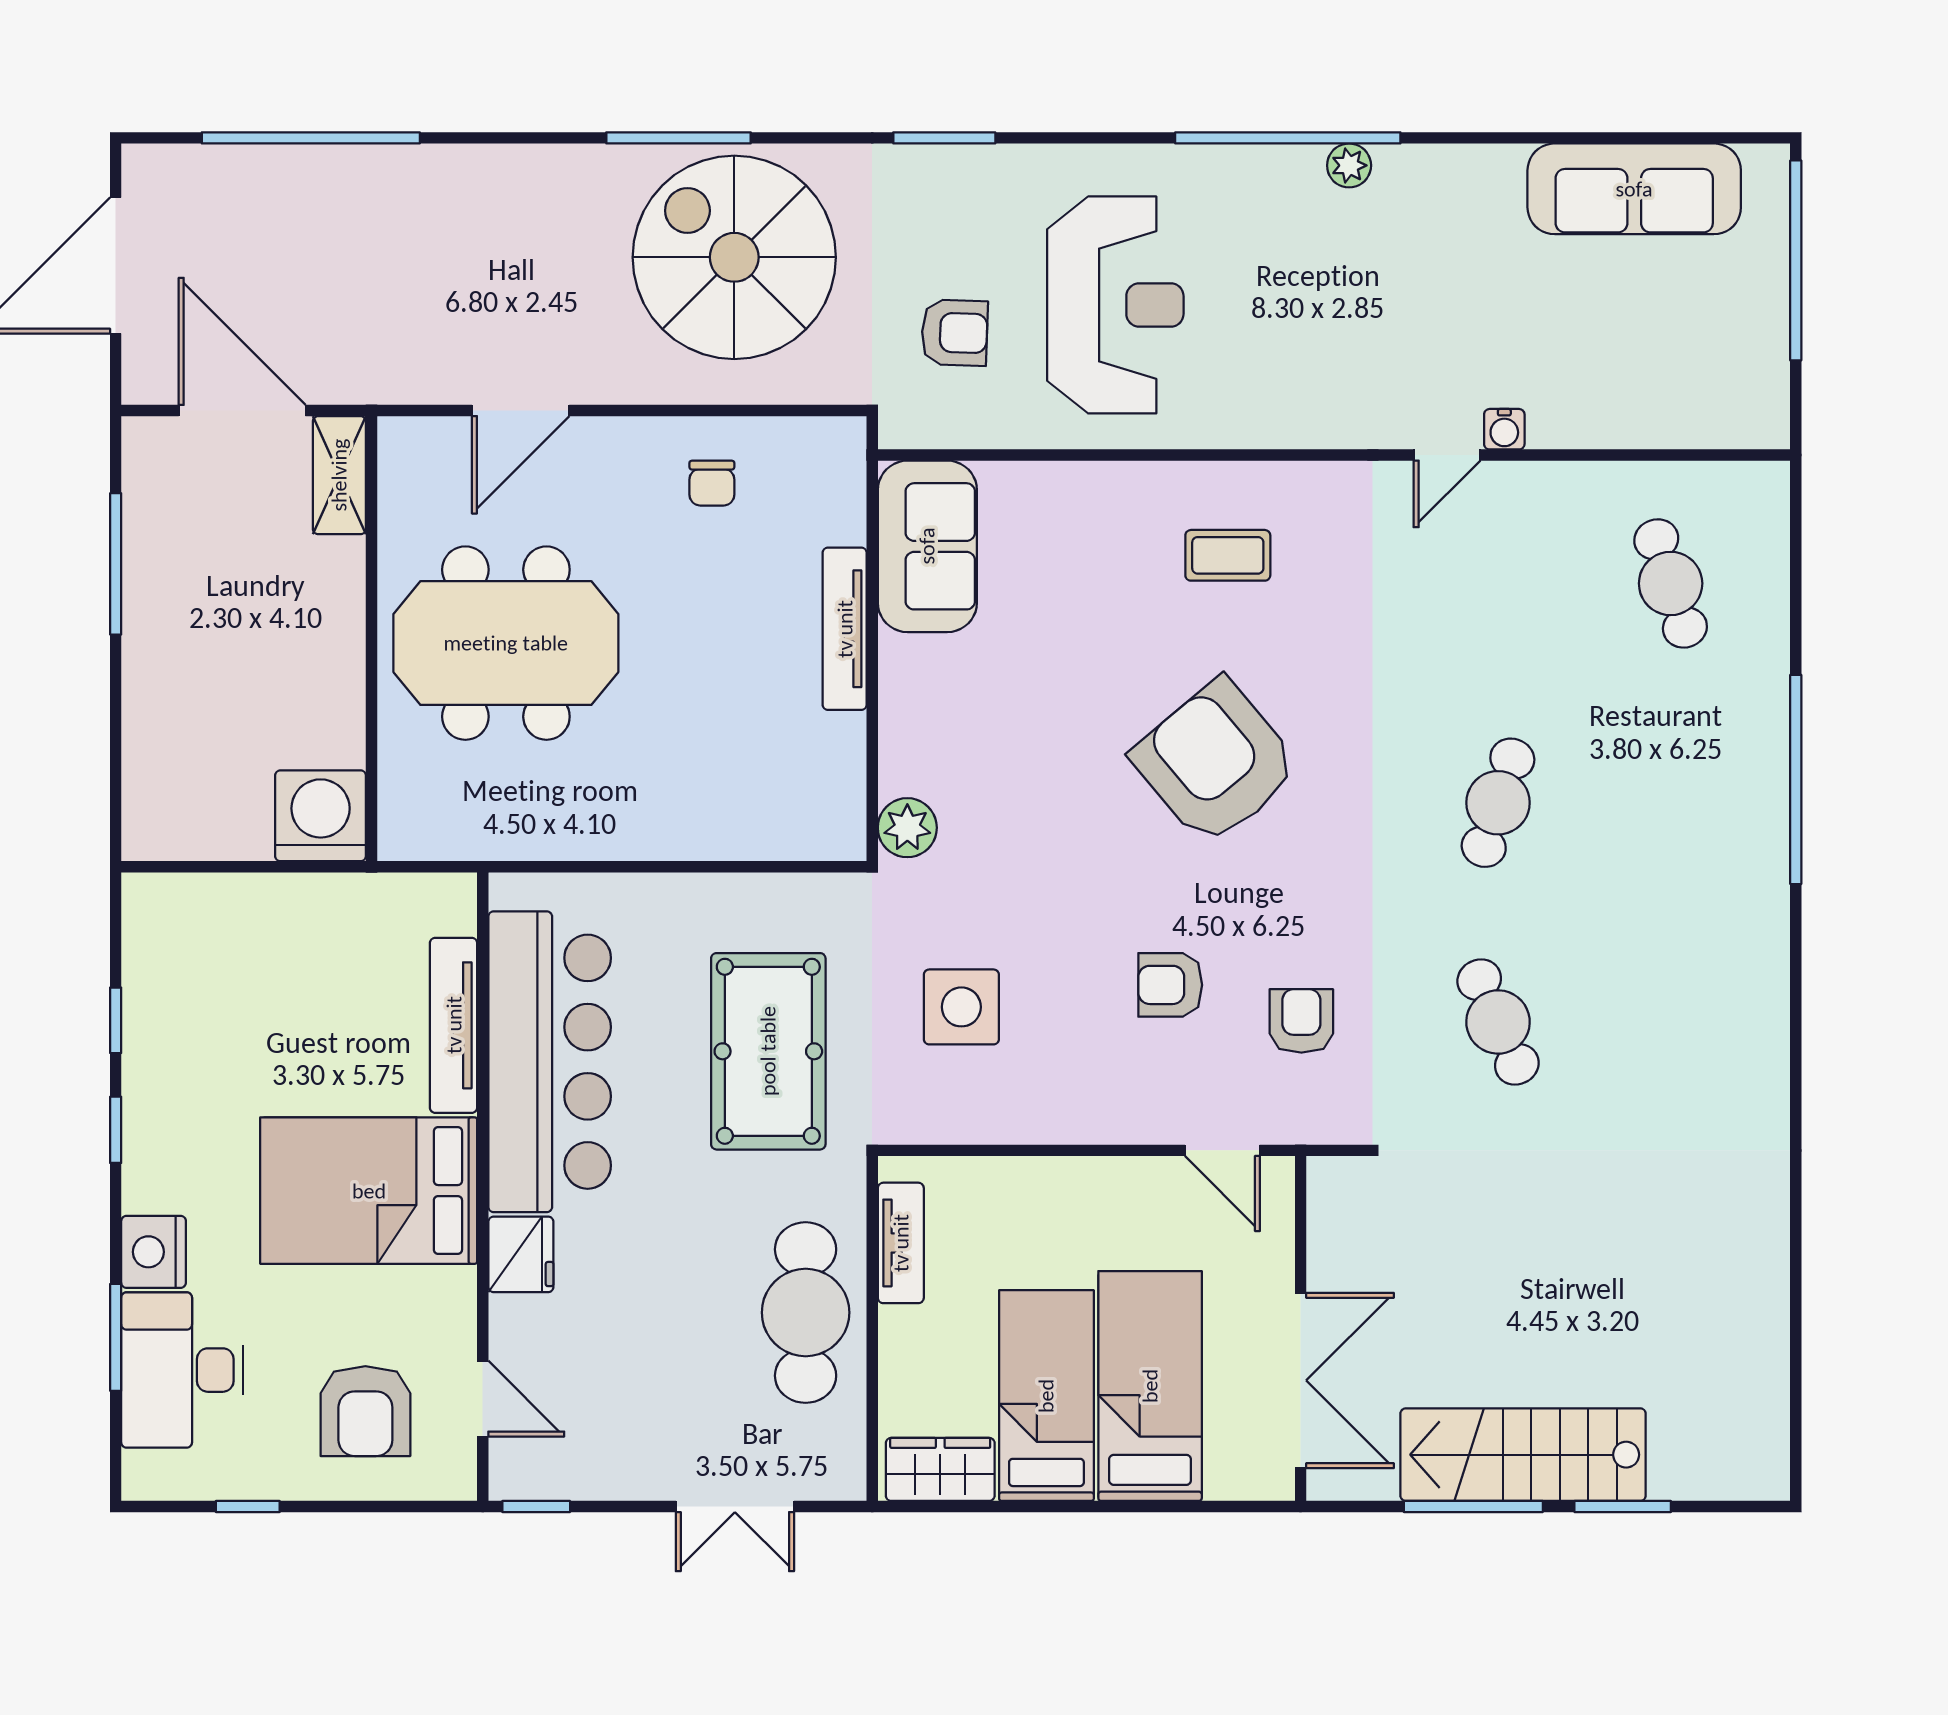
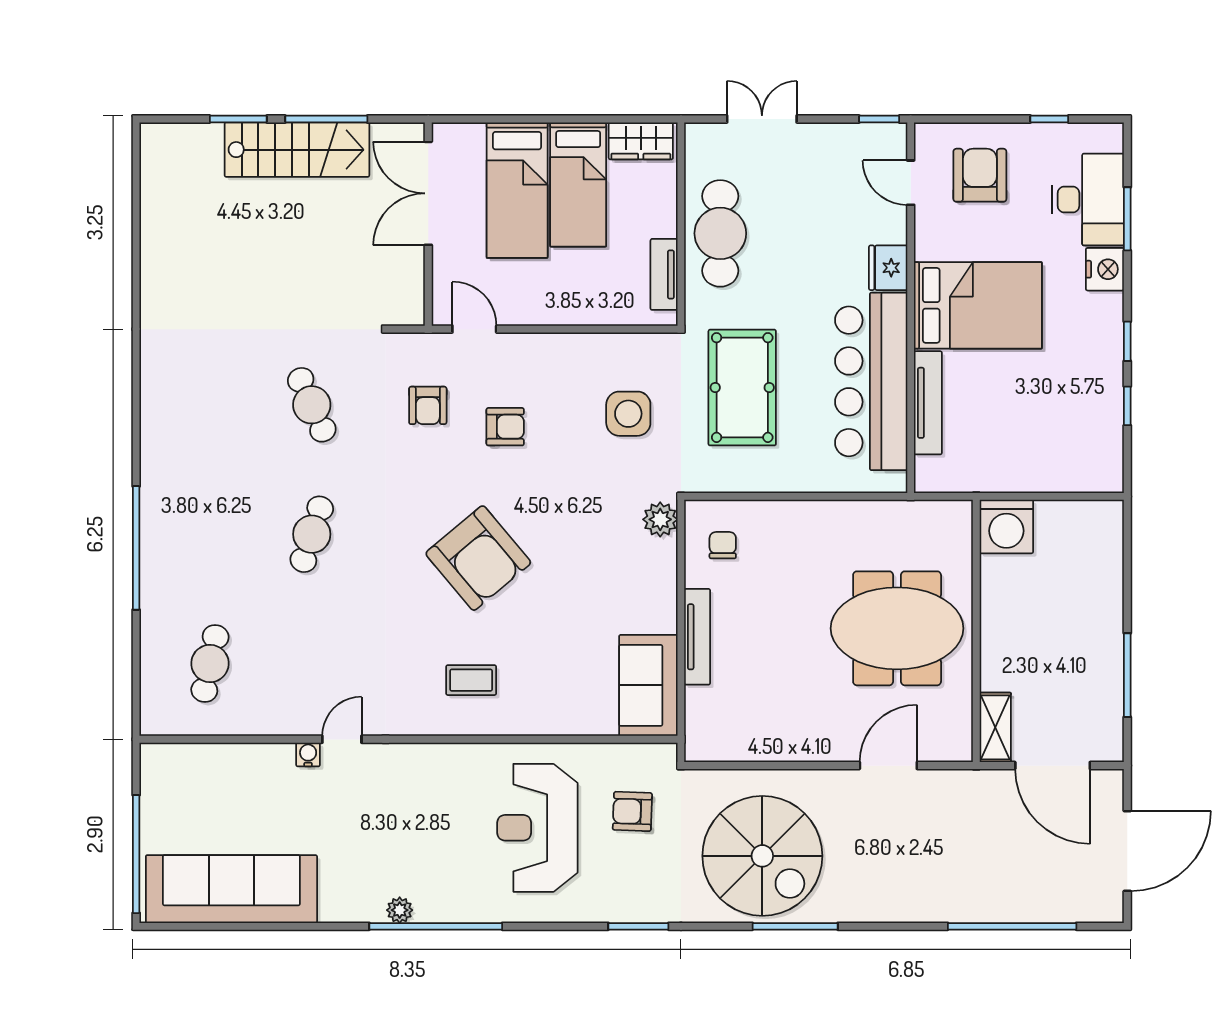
sofa: (1634, 189) -> (231, 889), width x1.36, depth x1.27
chair: (712, 483) -> (723, 545), moved
cafe table: (1671, 583) -> (210, 663), turned 30

